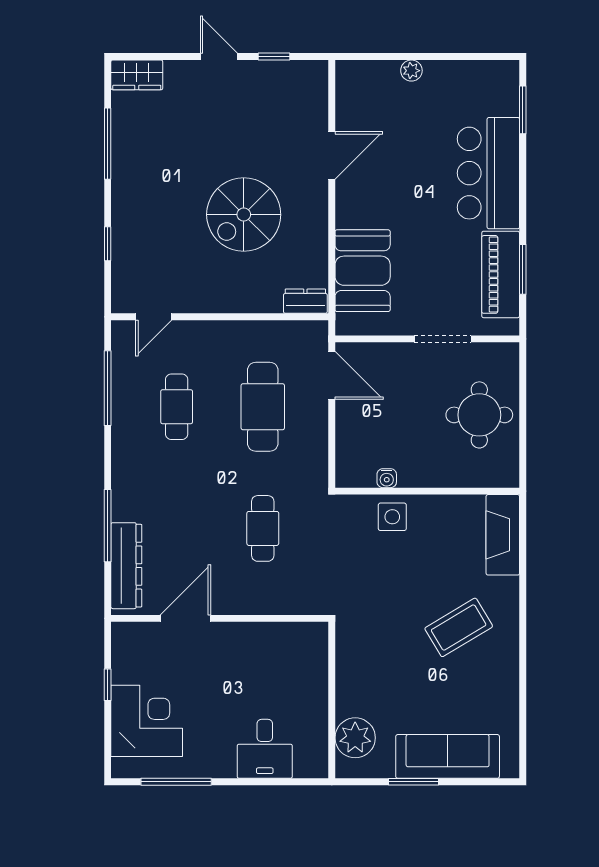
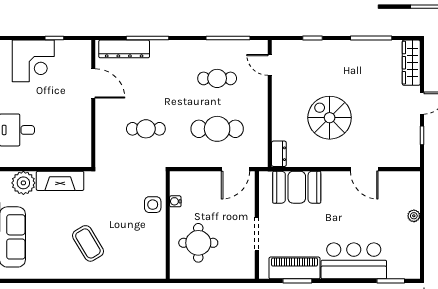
wardrobe: (137, 75) -> (411, 63), width x1.50
round table: (479, 415) -> (198, 243), moved
fireplace: (503, 535) -> (60, 181), moved, turned 180

